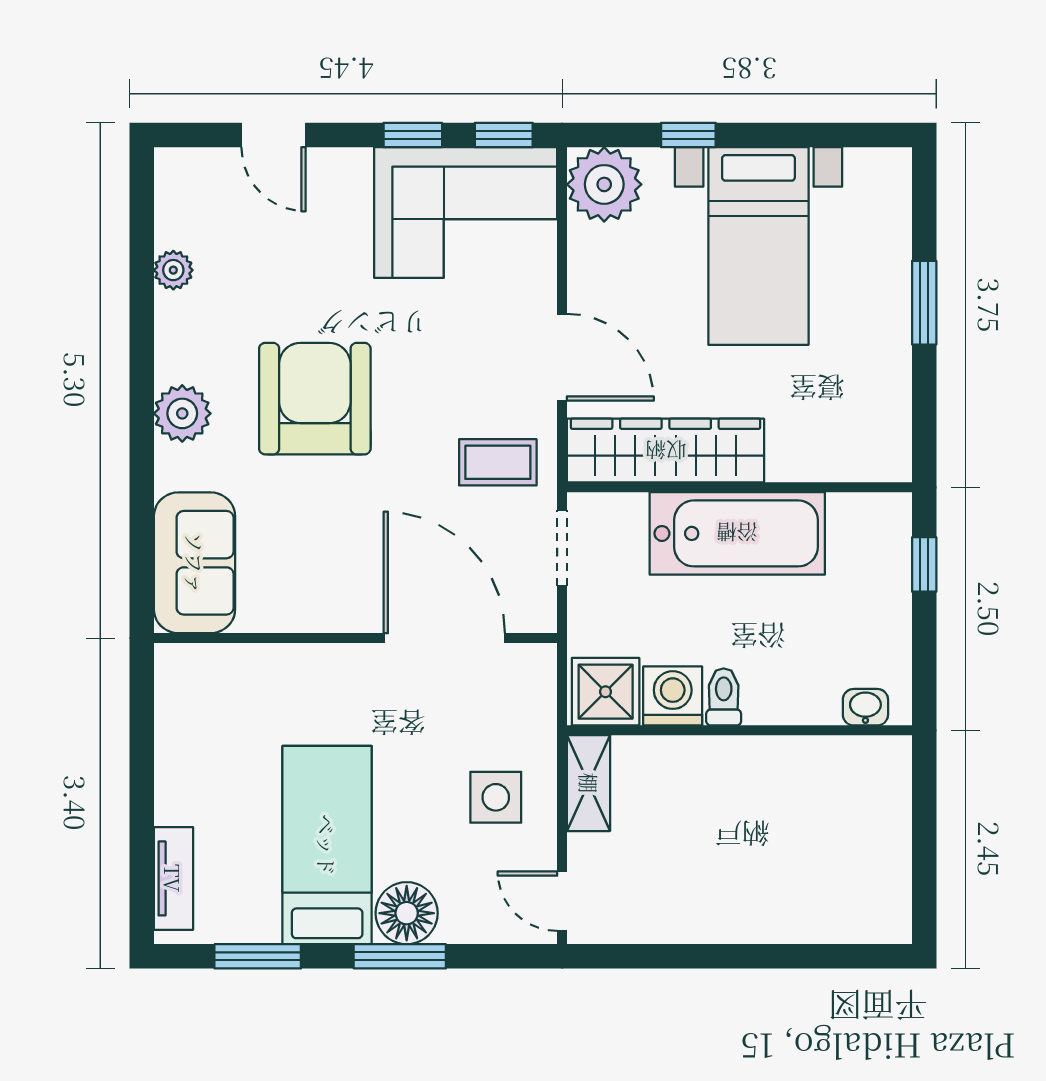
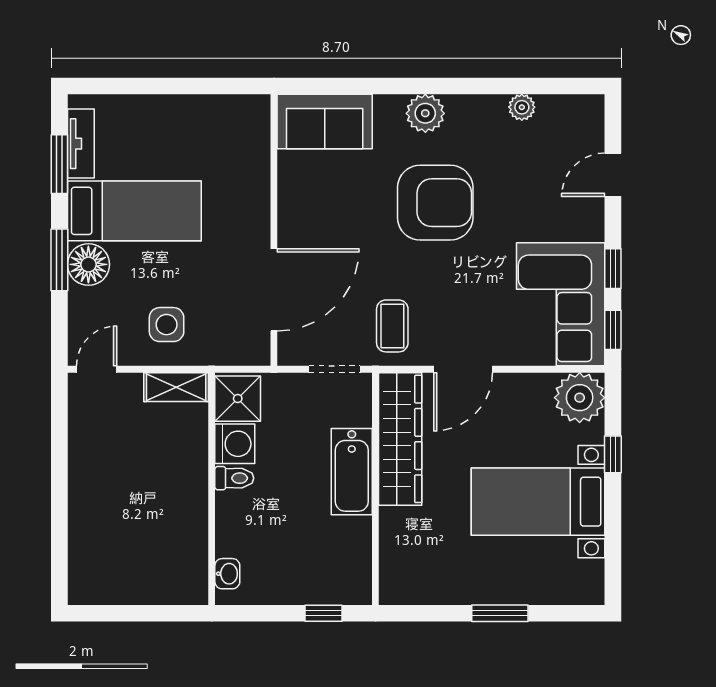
bathtub: (737, 533) -> (352, 472), width x0.73, depth x0.73
tv unit: (173, 878) -> (81, 144), moved, turned -90

